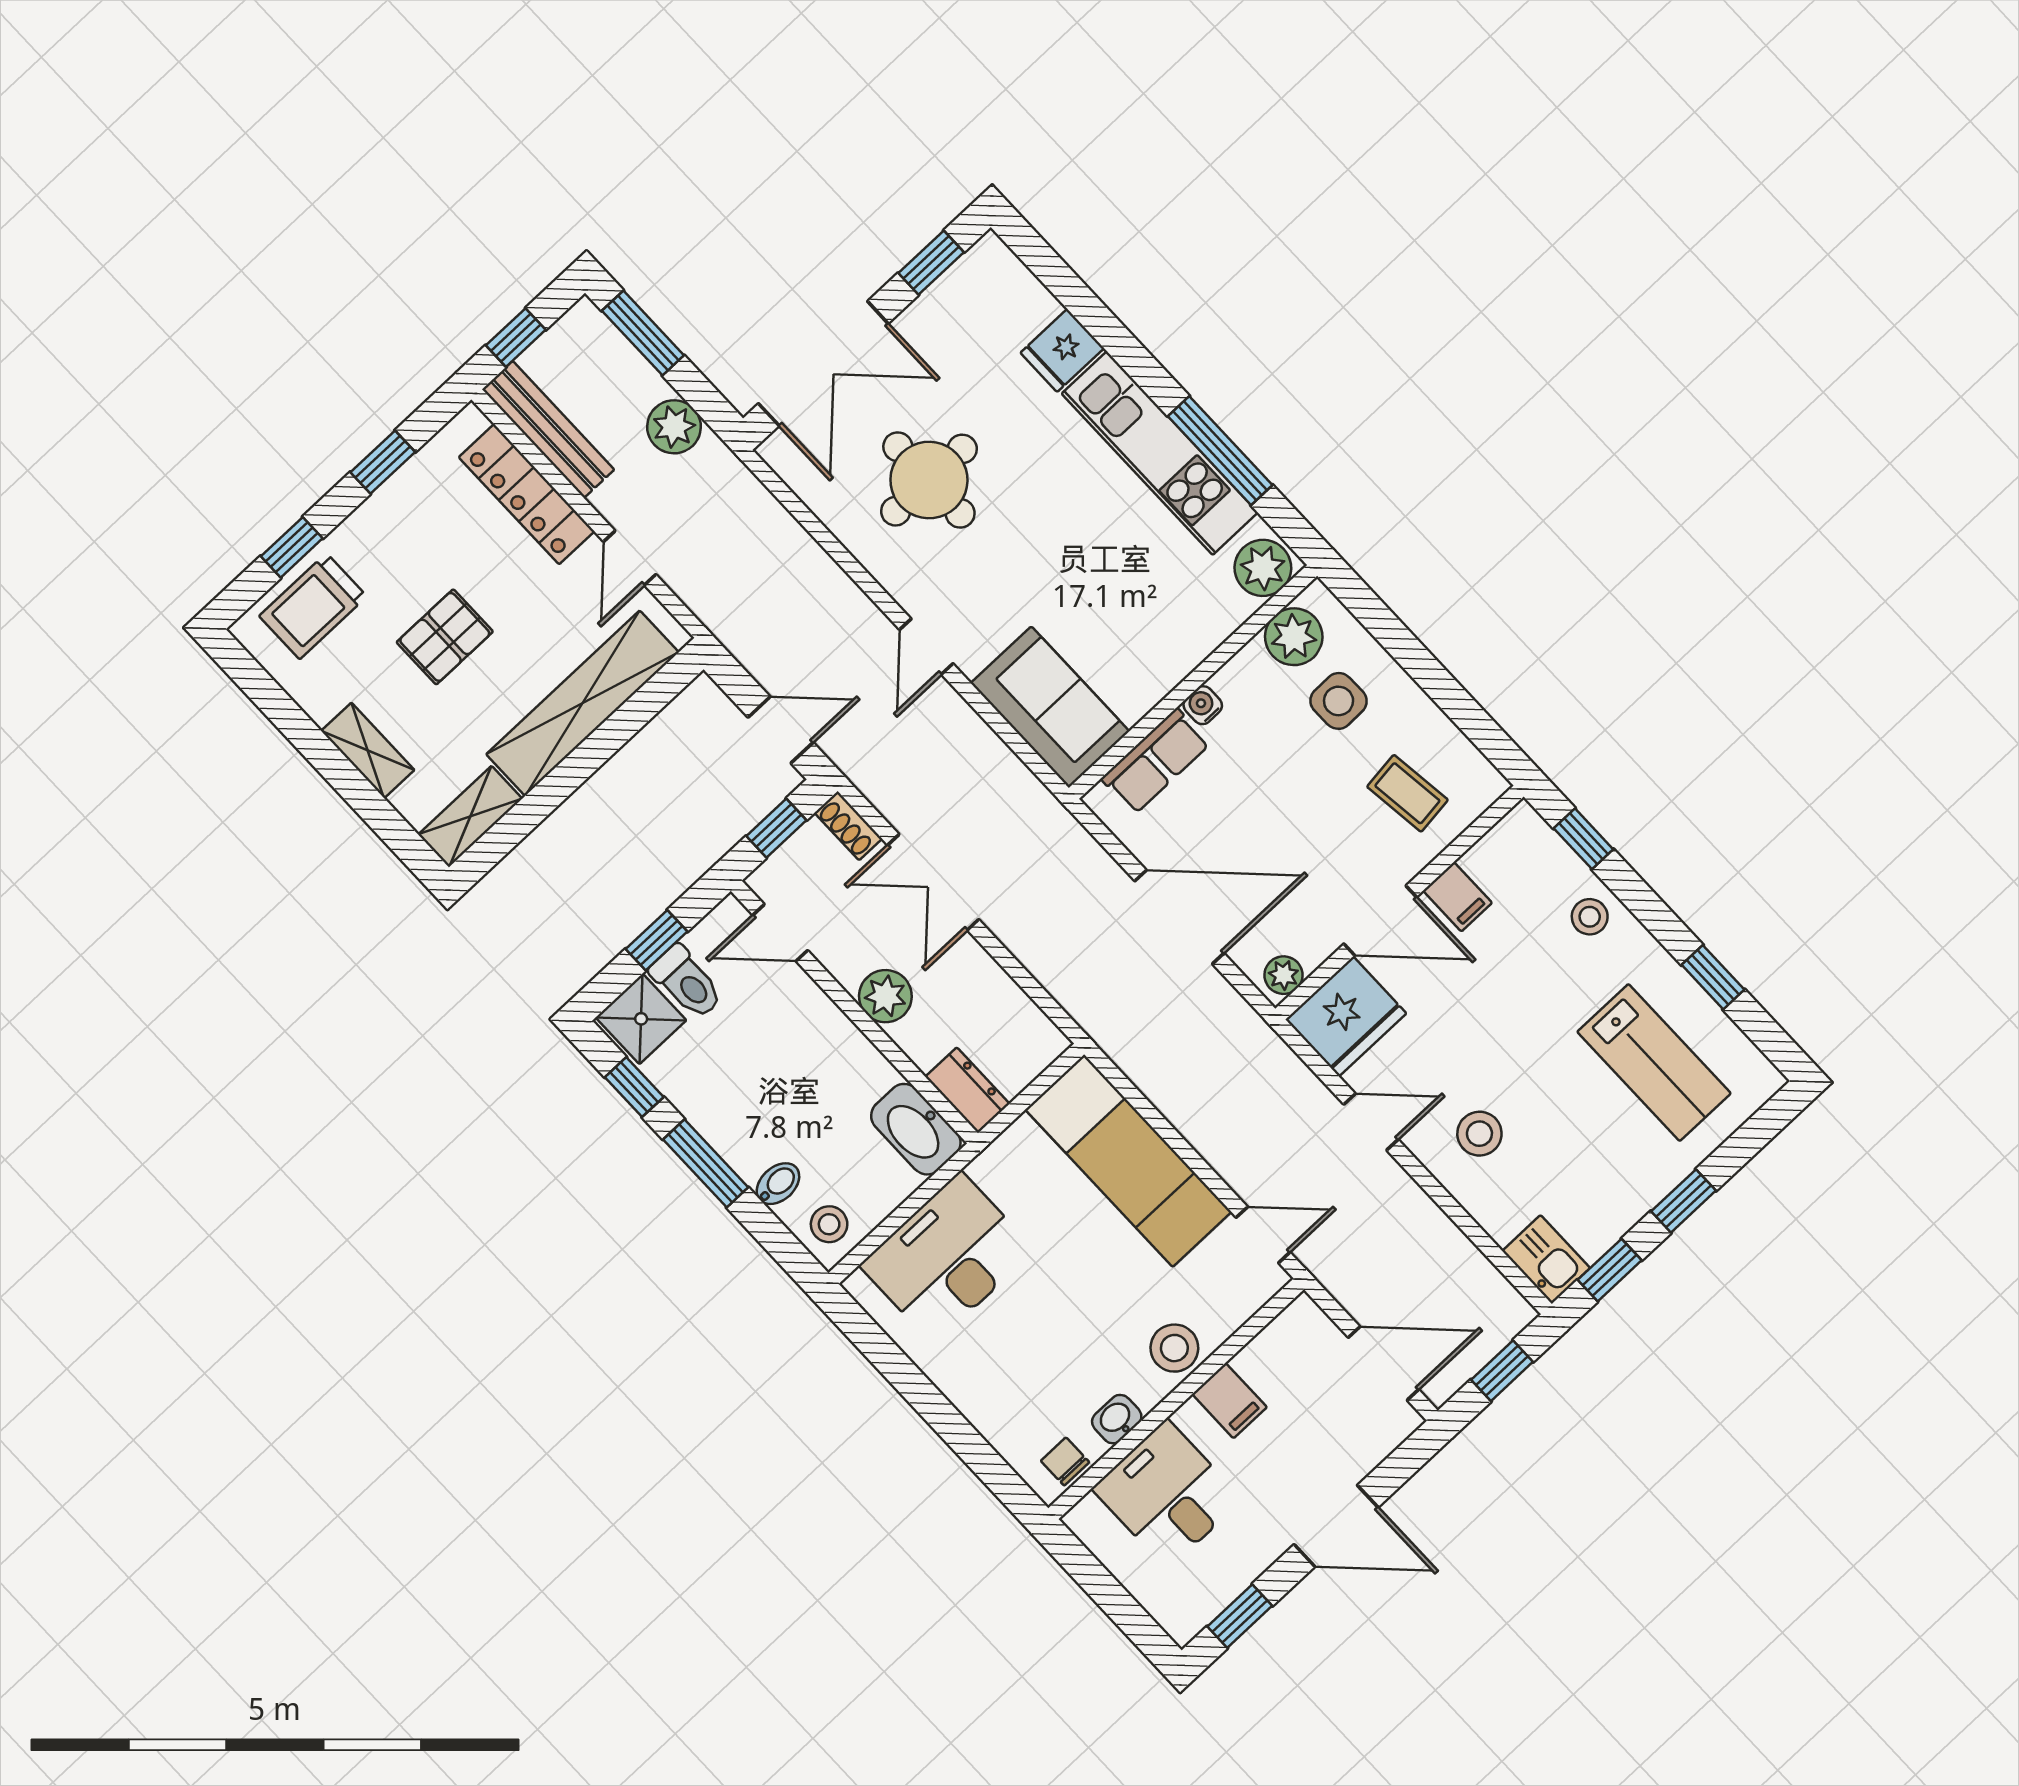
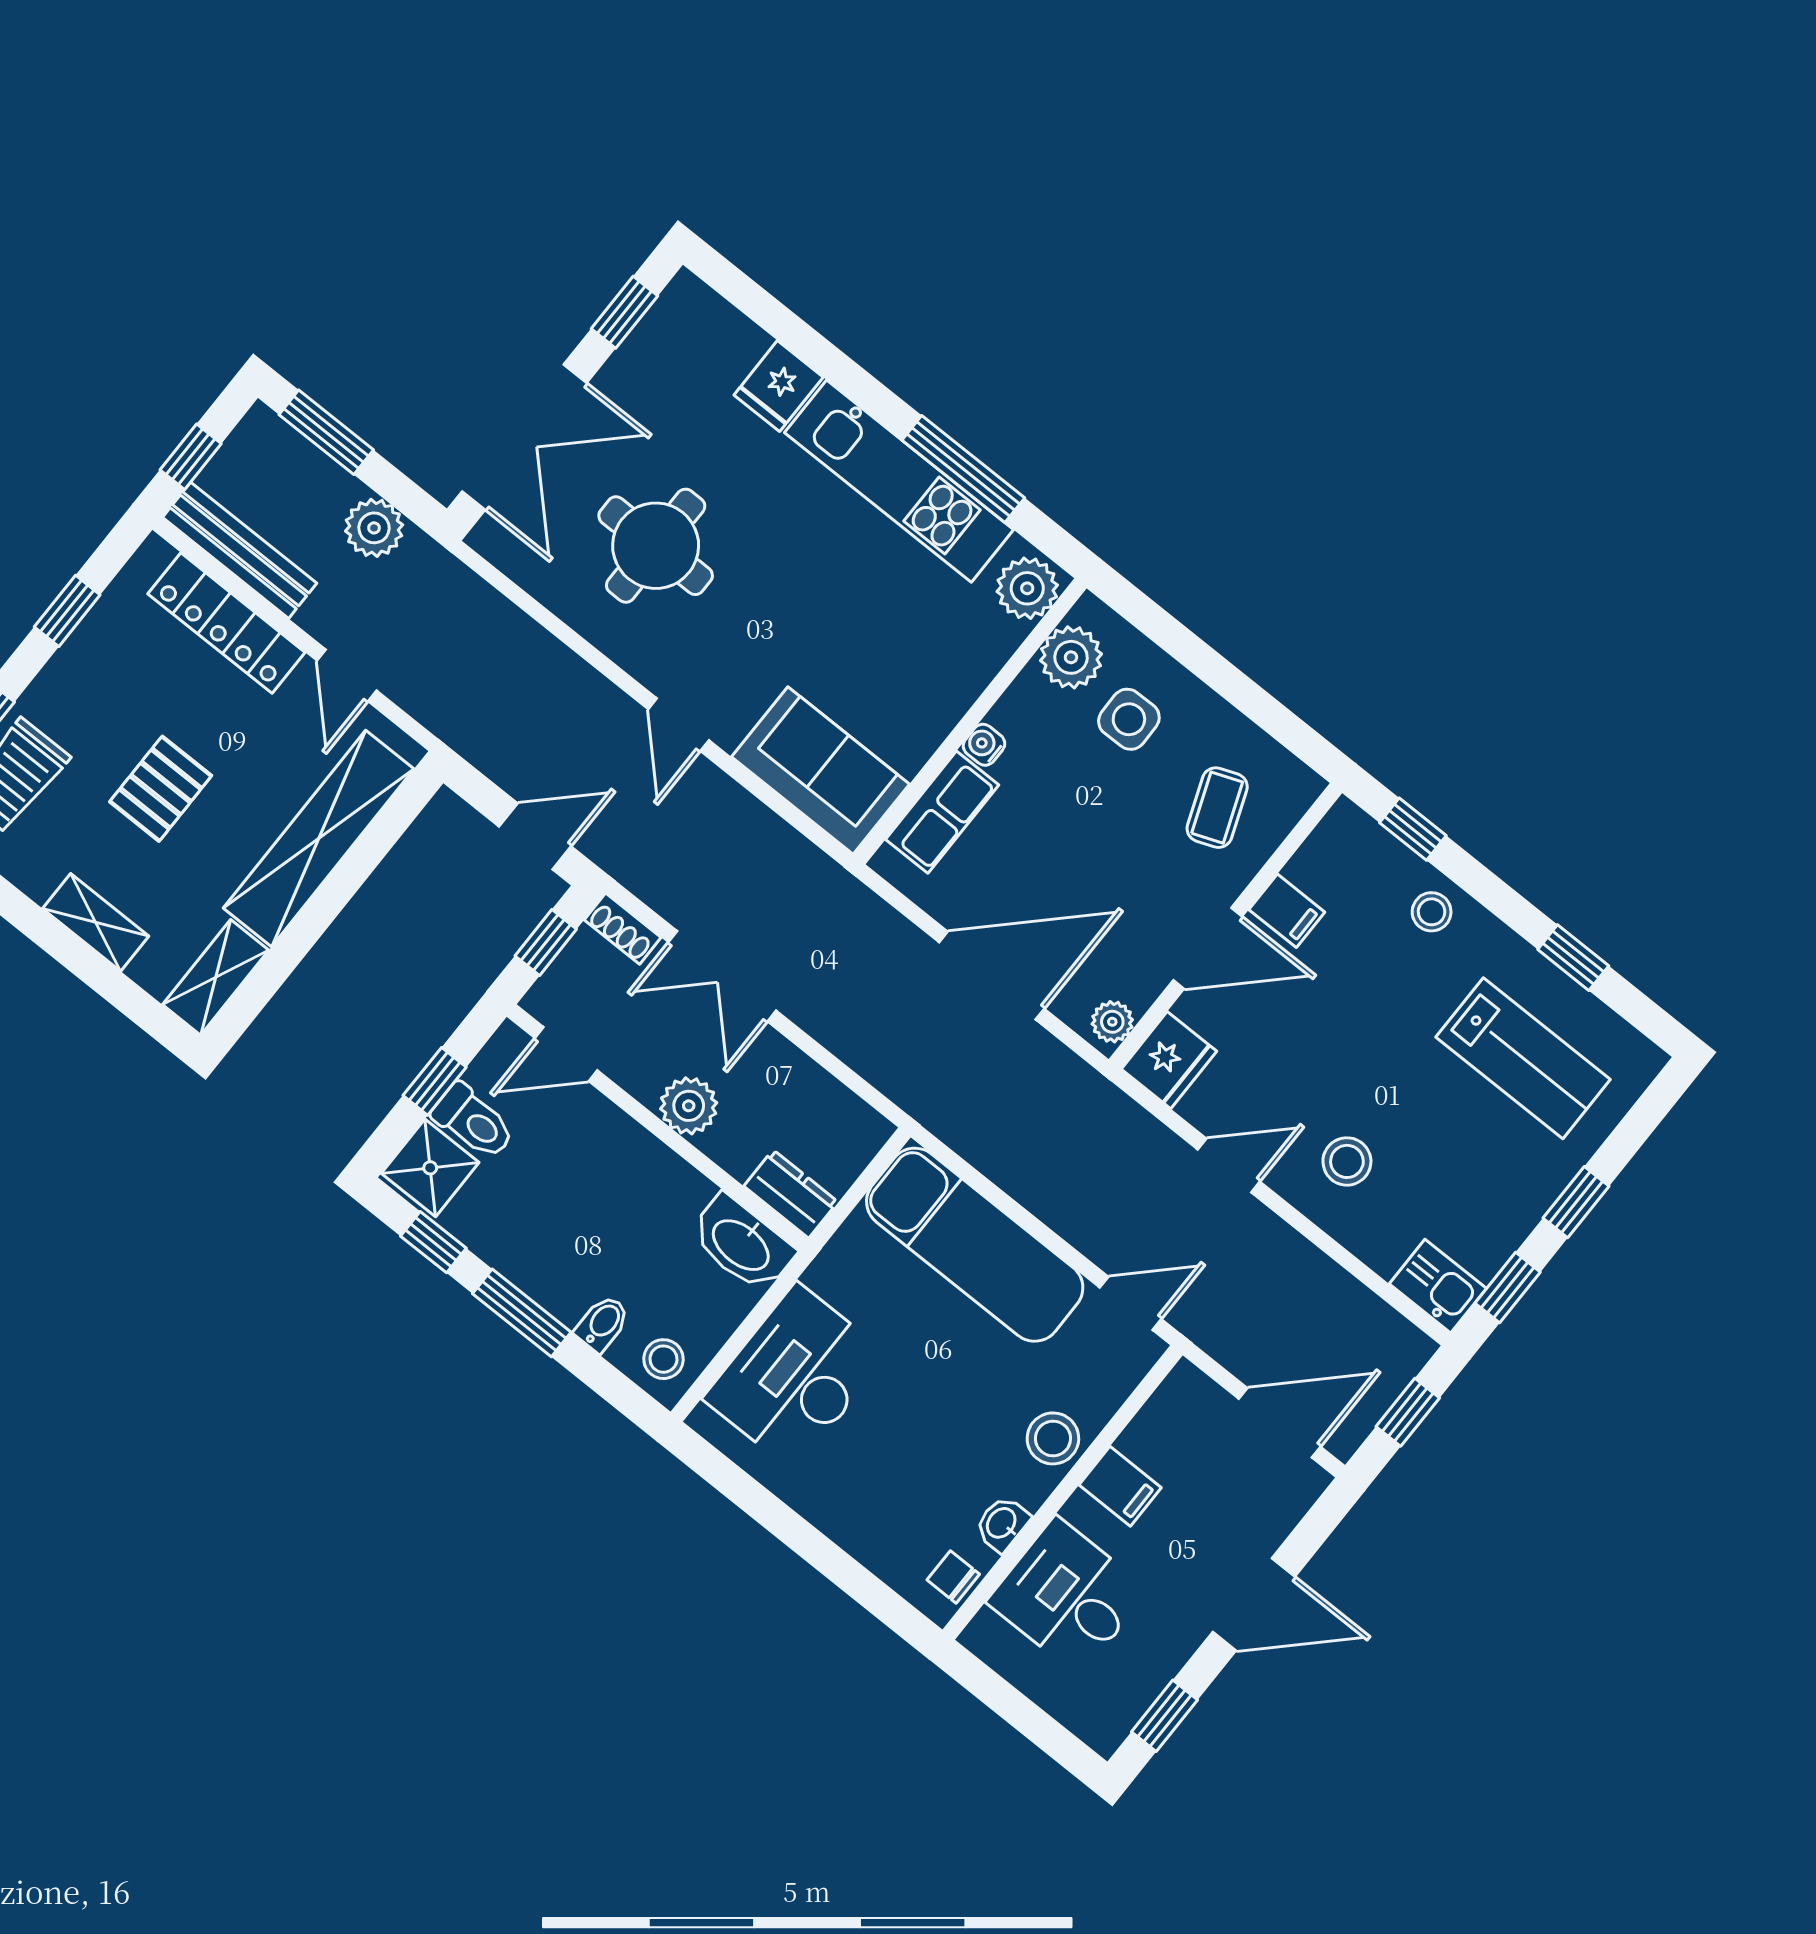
coffee table: (1407, 793) -> (1217, 808), turned 76
fridge: (1346, 1016) -> (1169, 1060), width x0.73, depth x0.75

